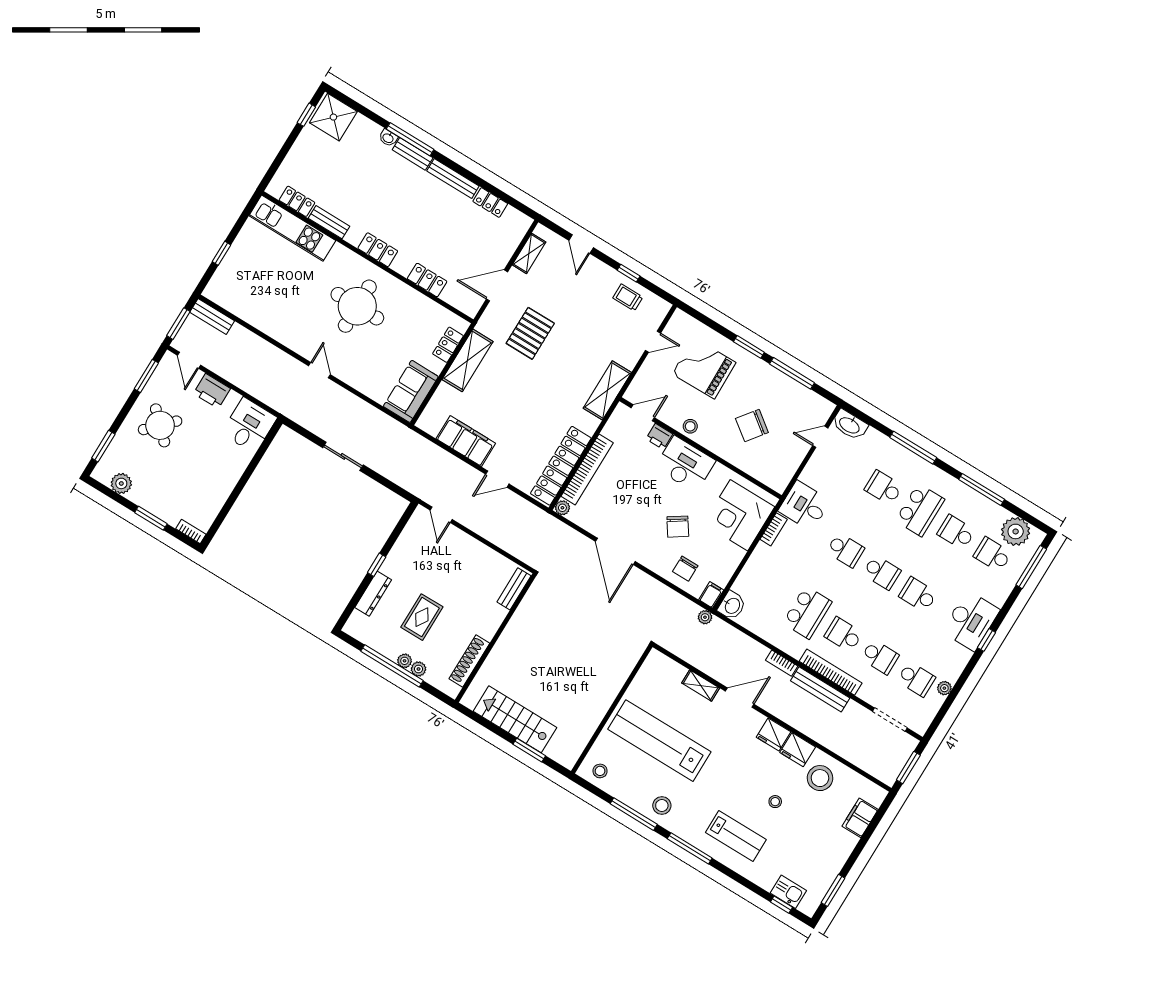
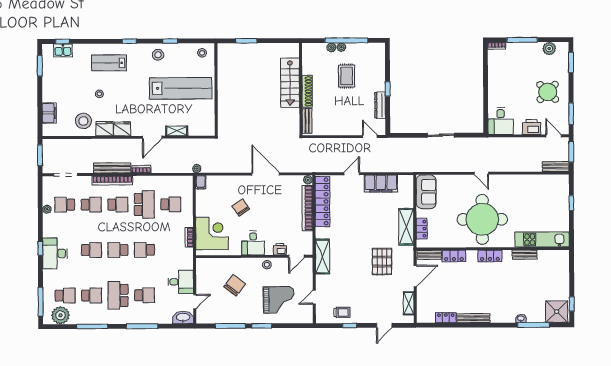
window: (410, 139) -> (534, 325), moved
bench: (413, 154) -> (429, 255), moved
locker: (297, 201) -> (548, 255), removed
door: (581, 244) -> (384, 325), swing flipped
round table: (357, 306) -> (482, 219), width x1.36, depth x1.36
desk: (685, 464) -> (253, 243), width x0.73
desk: (804, 506) -> (181, 282), moved
window: (151, 518) -> (522, 40), width x1.44
chair: (685, 569) -> (223, 188), removed
school desk: (771, 590) -> (171, 204), added
dresser: (373, 594) -> (380, 105), moved
washbasin: (732, 606) -> (186, 183), removed
school desk: (807, 612) -> (144, 204), turned 180
school desk: (880, 657) -> (91, 205), turned 180
shoe rack: (469, 661) -> (307, 91), moved
stairs: (515, 719) -> (290, 83), moved, turned 90
window: (634, 814) -> (170, 41), width x0.46
window: (690, 848) -> (129, 41), width x0.46

